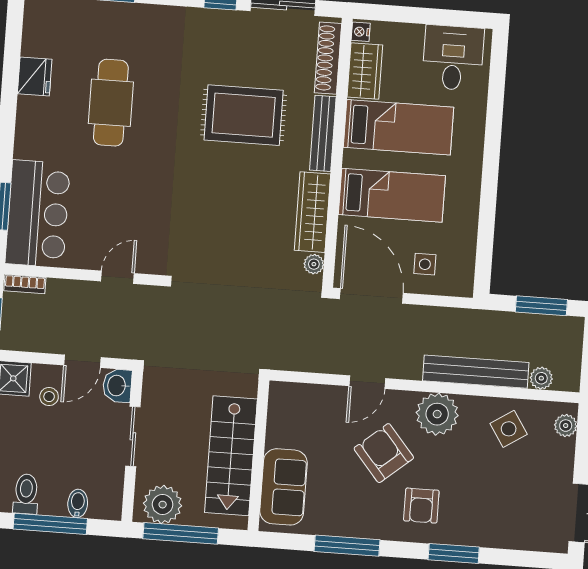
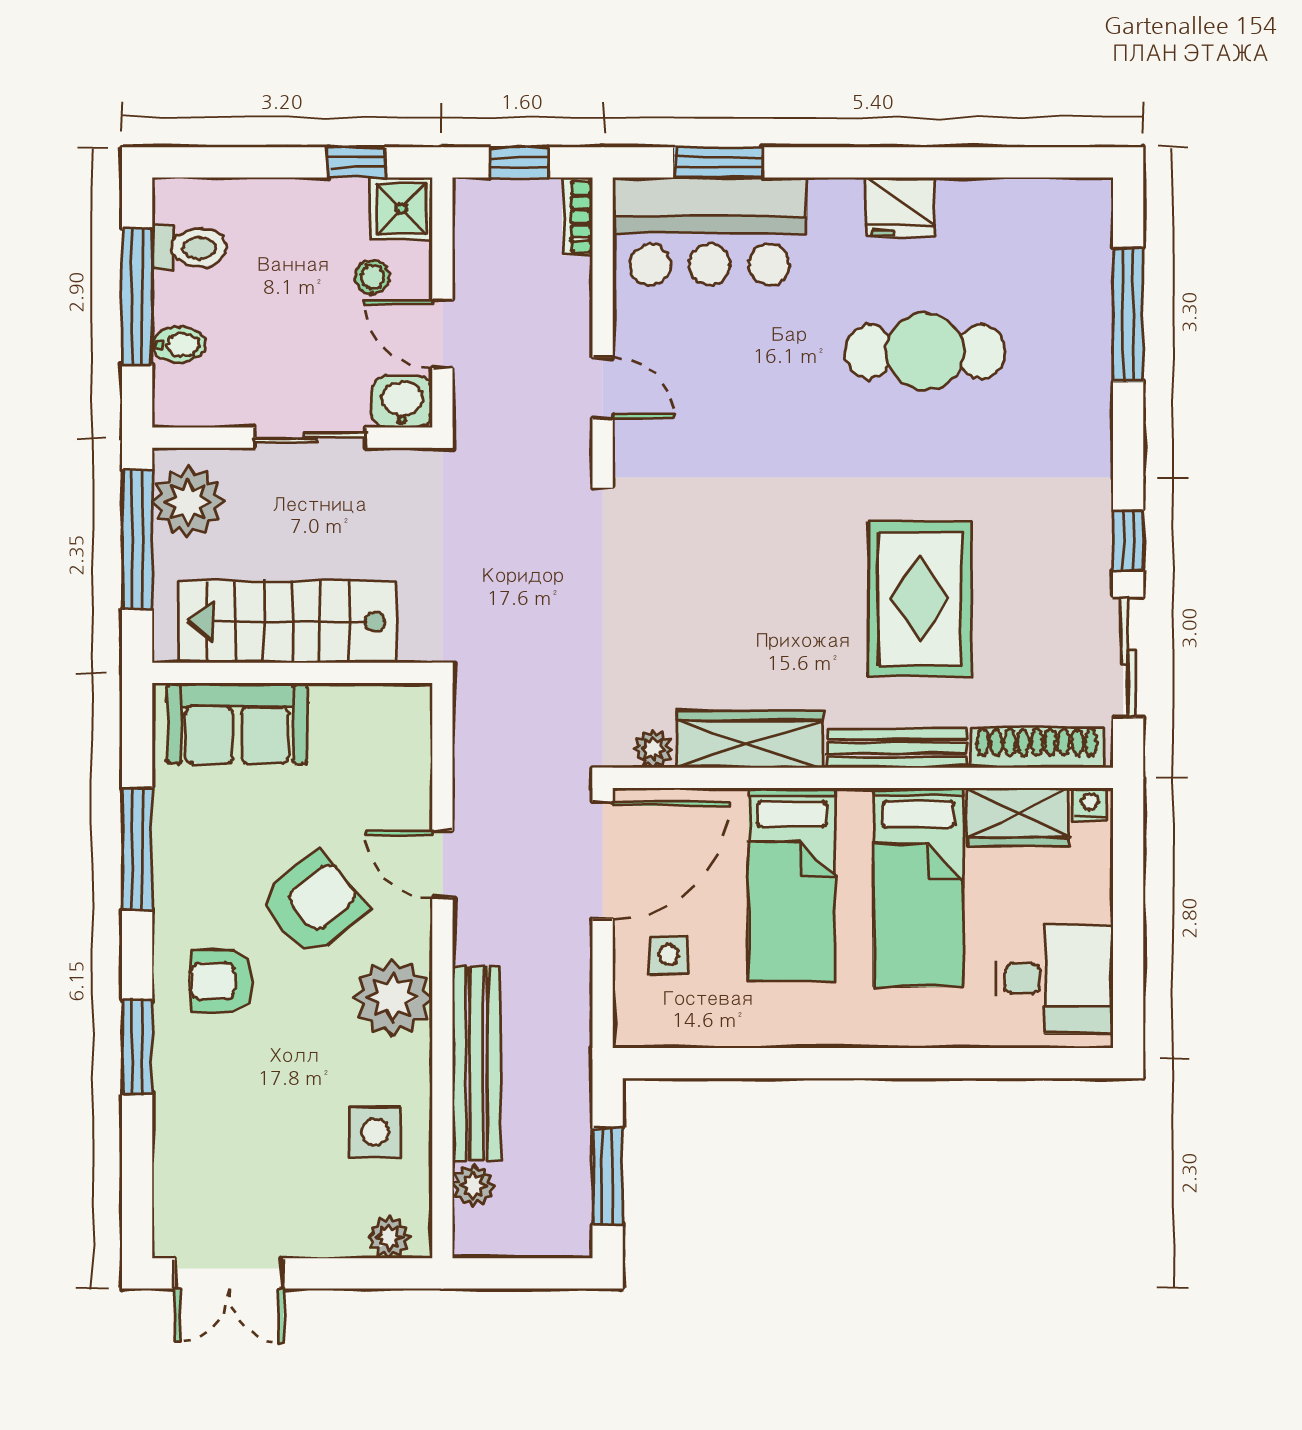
fridge: (35, 76) -> (901, 207), moved
side table: (509, 429) -> (375, 1132), turned 33

